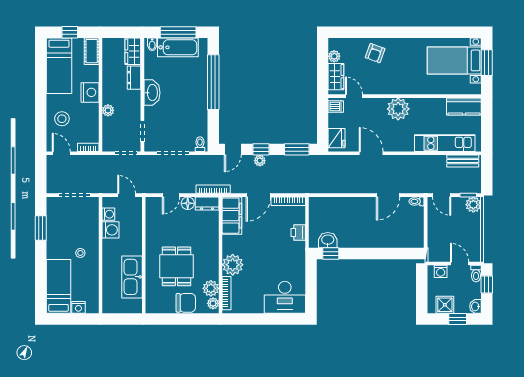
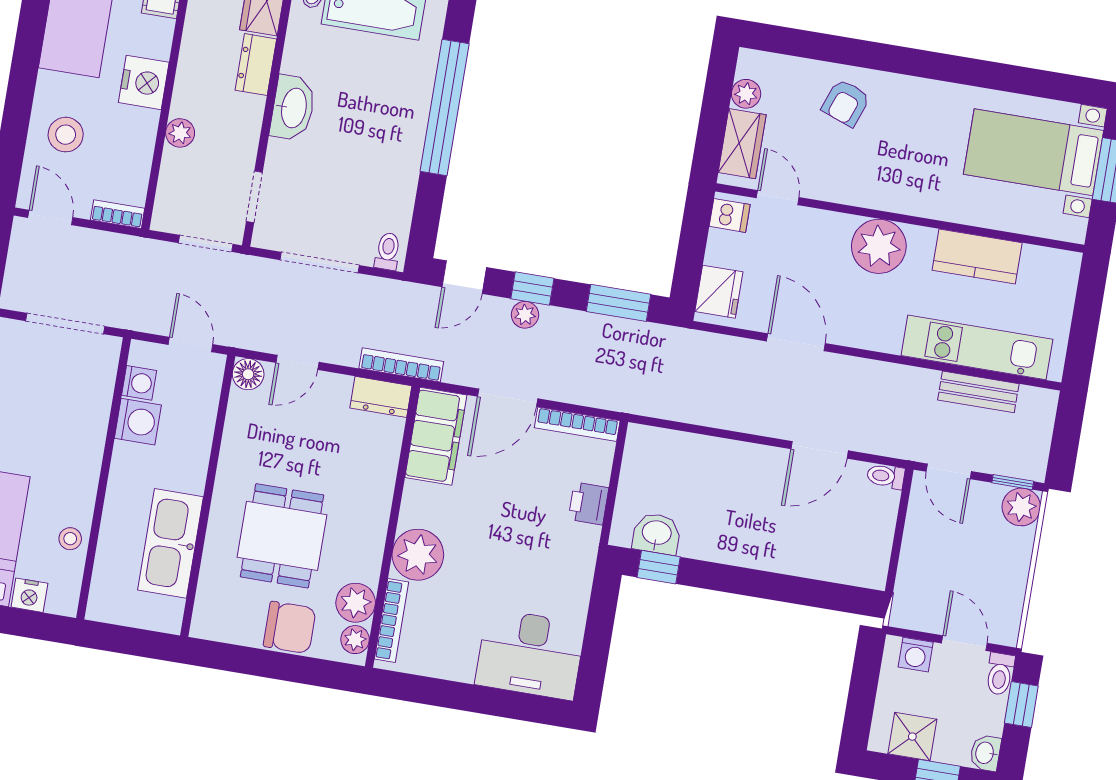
kitchen counter: (464, 106) -> (977, 257), moved
bench: (463, 161) -> (978, 392), moved
floor lamp: (188, 203) -> (248, 374), moved
stool: (80, 253) -> (70, 539), moved

